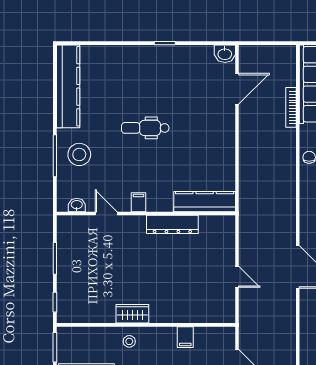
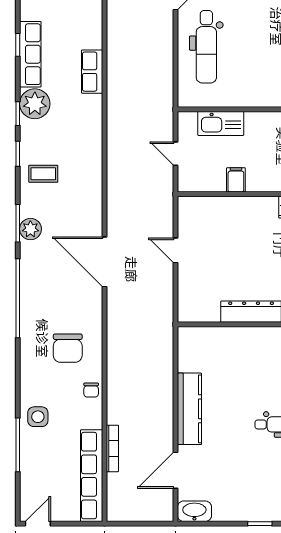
washbasin: (225, 54) -> (194, 511), width x1.38
kitchen counter: (205, 202) -> (189, 409), moved, turned -90

